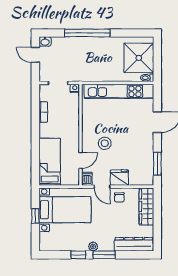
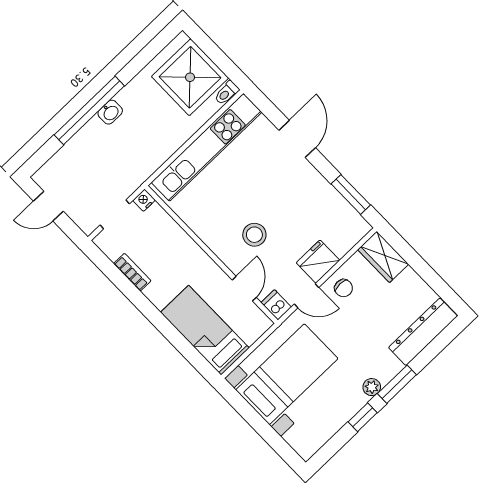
washbasin: (45, 42) -> (110, 112), moved
wardrobe: (146, 206) -> (383, 257), width x0.67
window: (35, 216) -> (255, 421), removed

